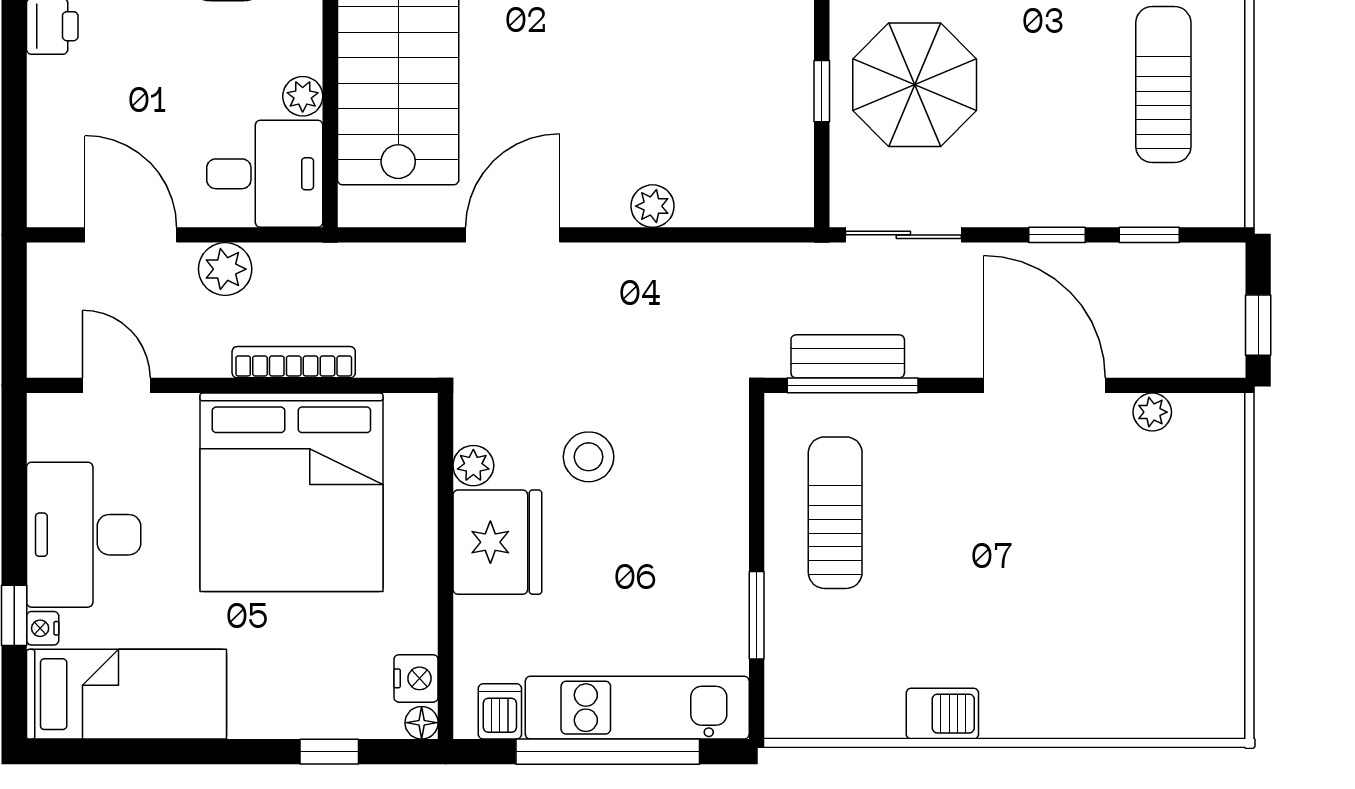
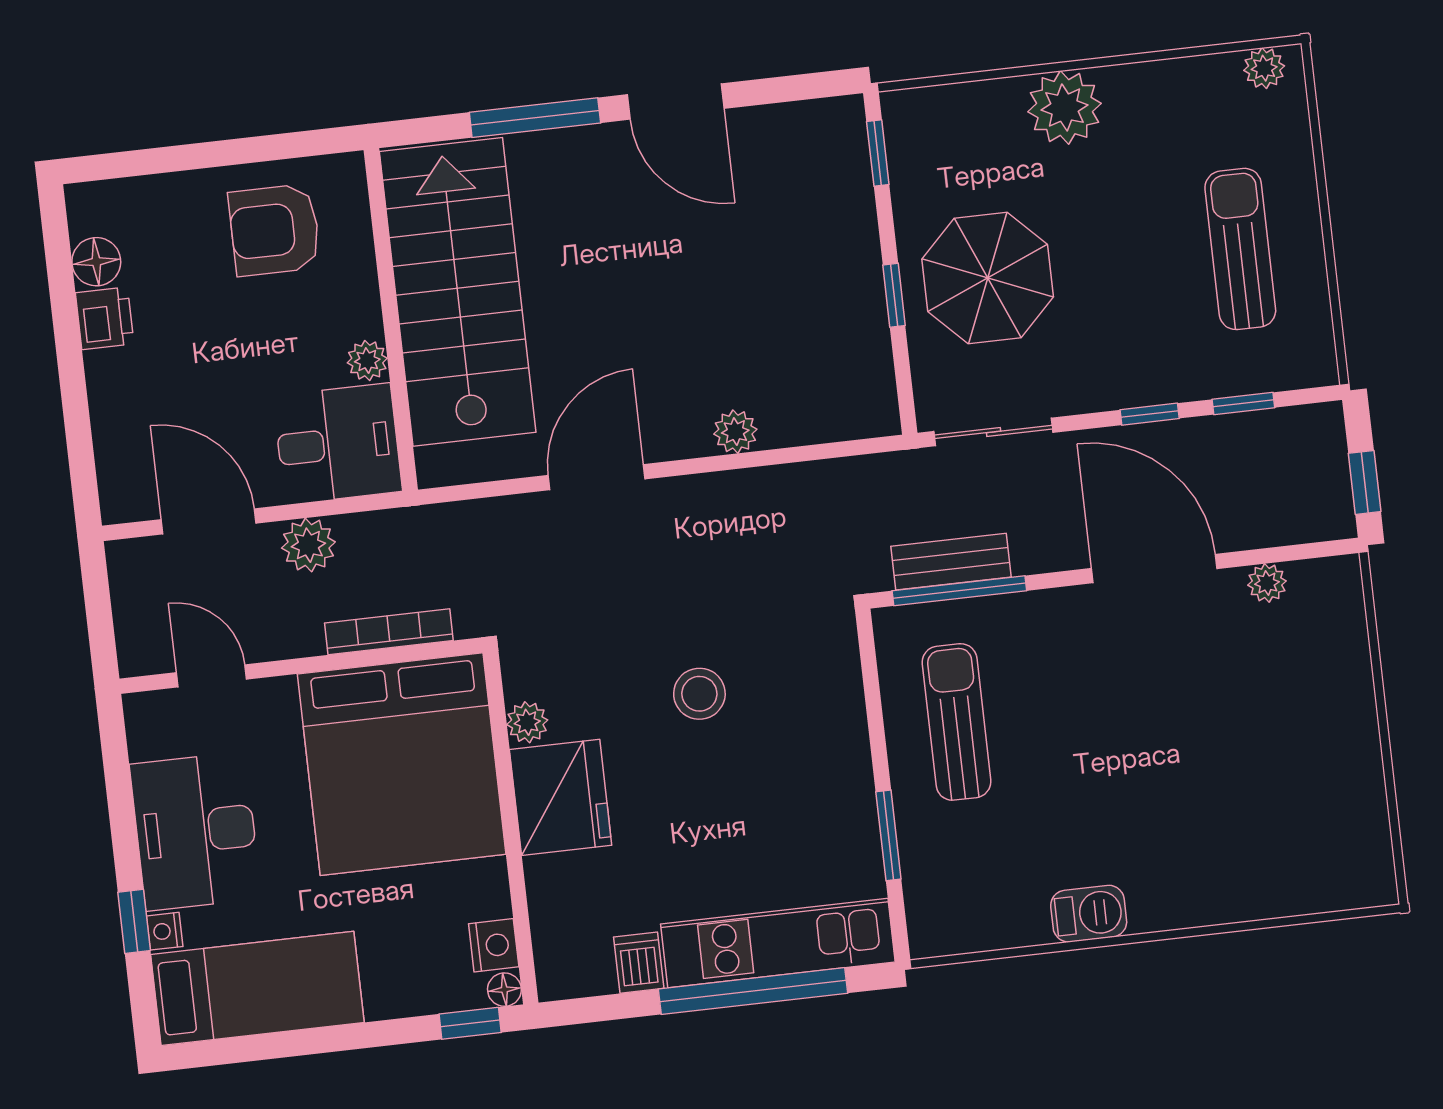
plant: (473, 466) -> (527, 722), moved
fridge: (497, 542) -> (561, 797), moved
wall: (446, 566) -> (511, 828), moved
nightstand: (416, 678) -> (494, 945), moved
floor lamp: (422, 723) -> (504, 990), moved

